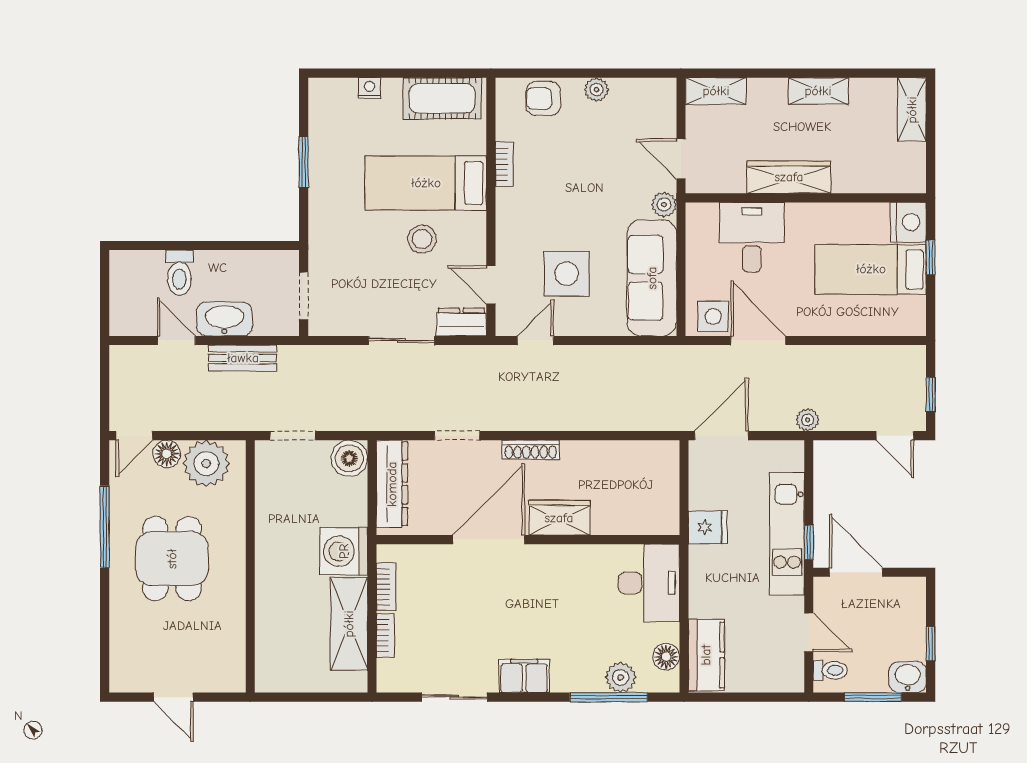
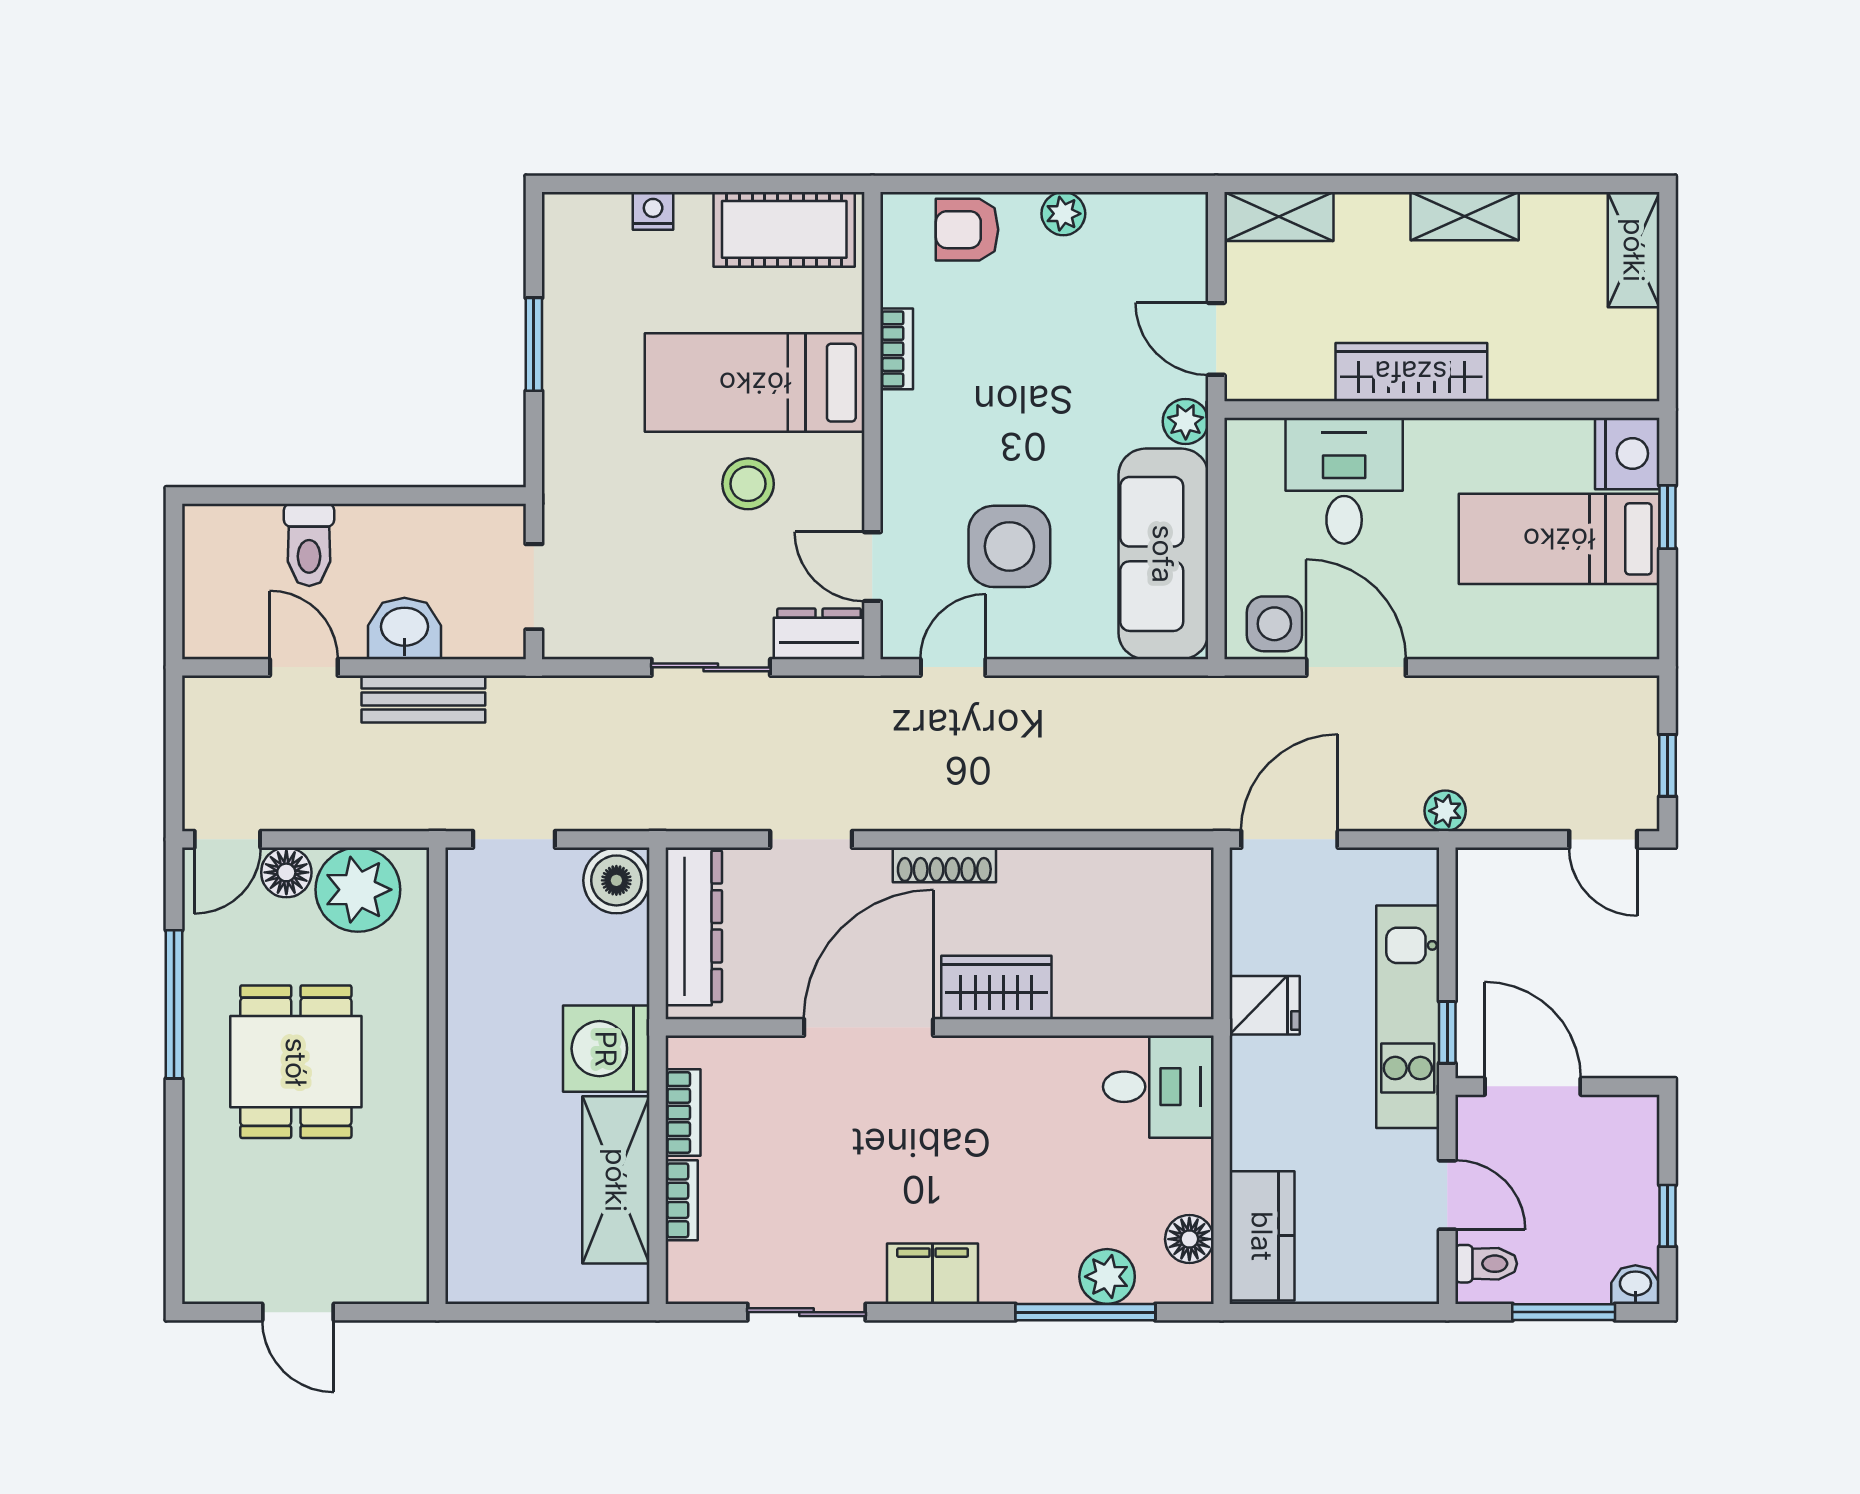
washbasin: (224, 319) -> (404, 628), width x0.72
desk: (649, 583) -> (1158, 1087), width x0.73
washbasin: (908, 677) -> (1635, 1285), width x0.72, depth x0.69

